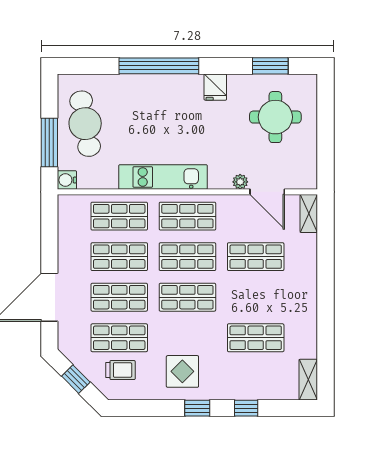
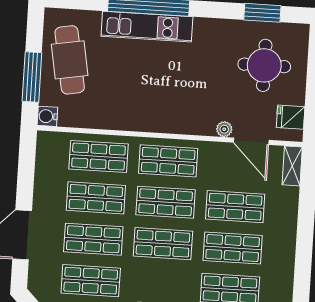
fridge: (215, 87) -> (291, 117), moved, turned 90
kitchen unit: (163, 177) -> (147, 27), moved, turned 180
shop shelf: (256, 297) -> (233, 248), added

